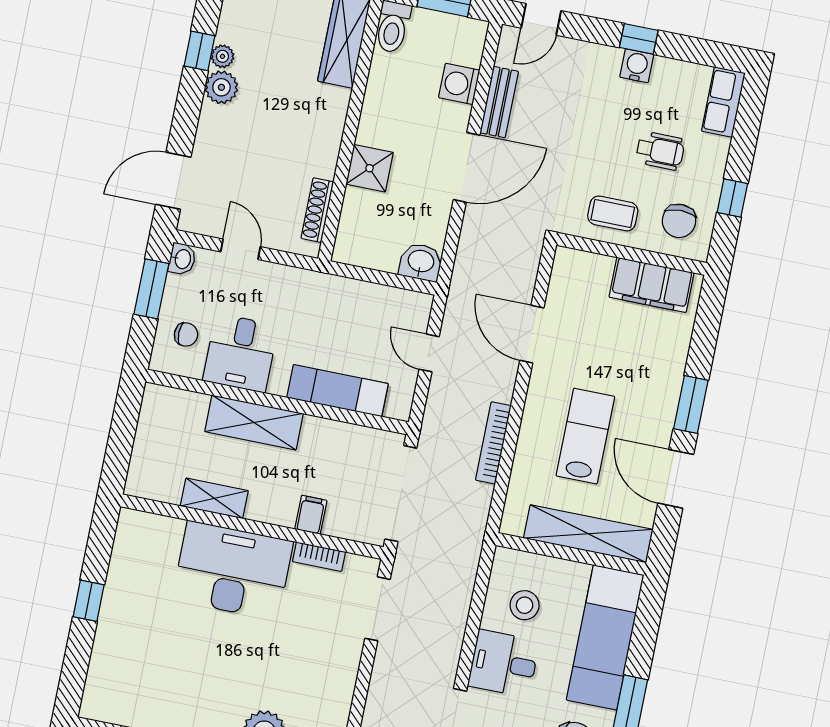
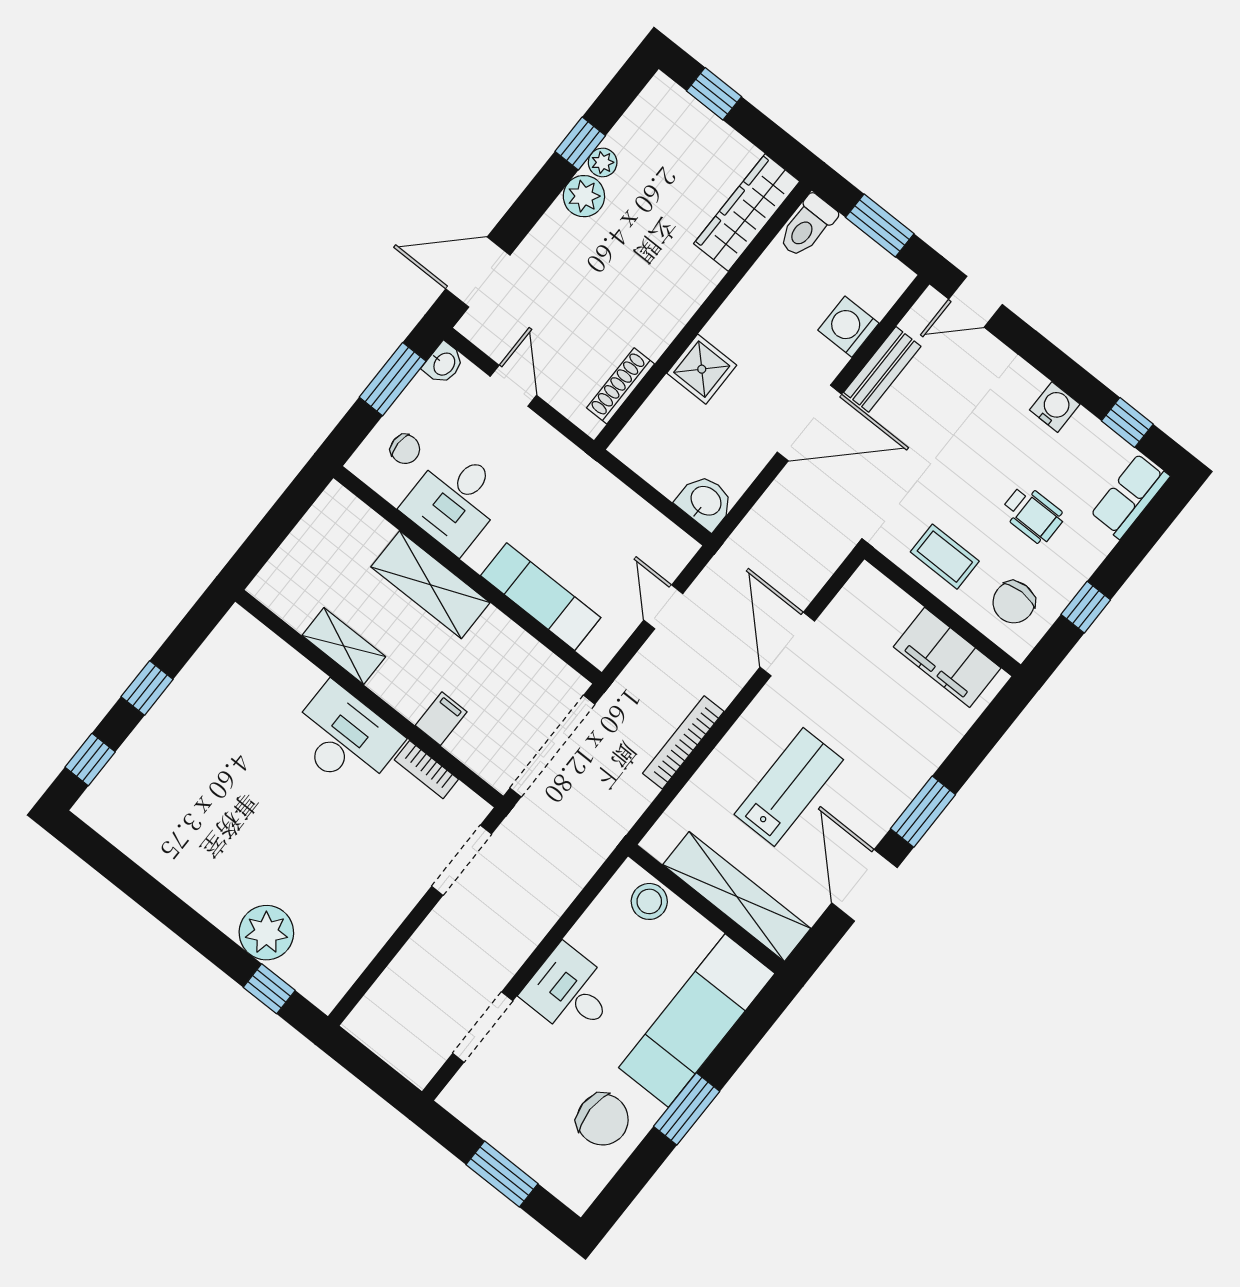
window: (639, 39) -> (1127, 422), moved
desk: (233, 570) -> (345, 738), width x0.73, depth x0.77
stool: (525, 605) -> (649, 901), moved
window: (74, 673) -> (90, 760), added

